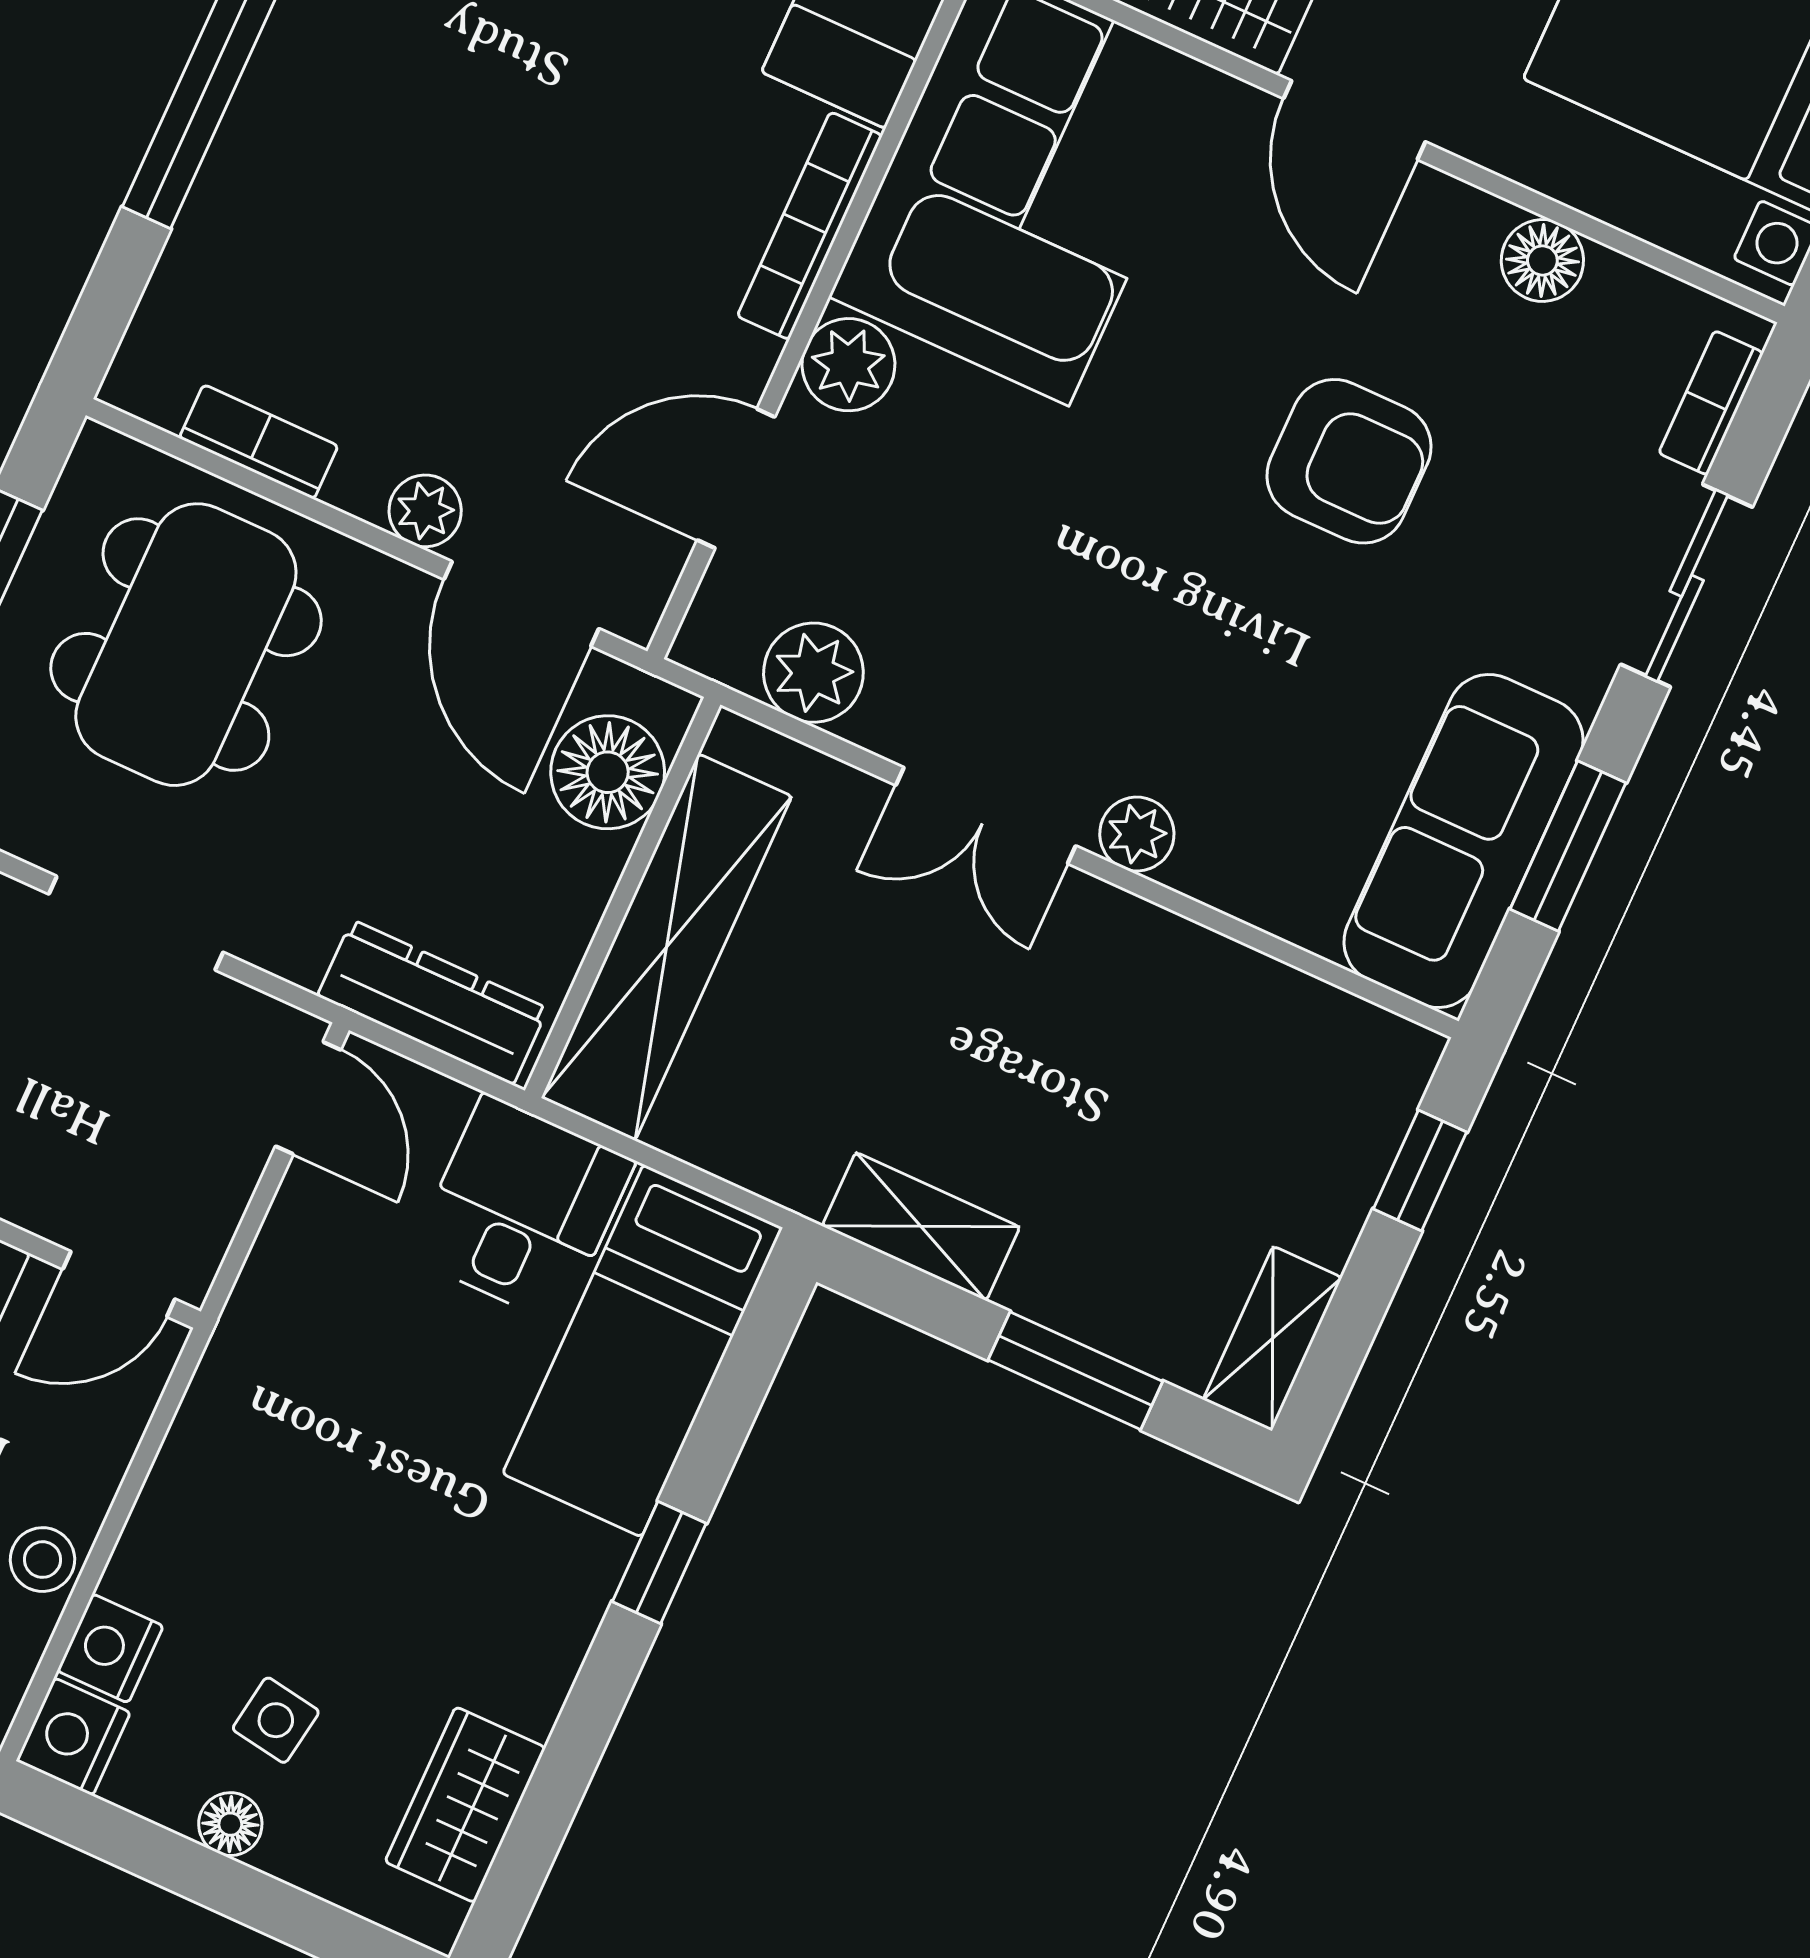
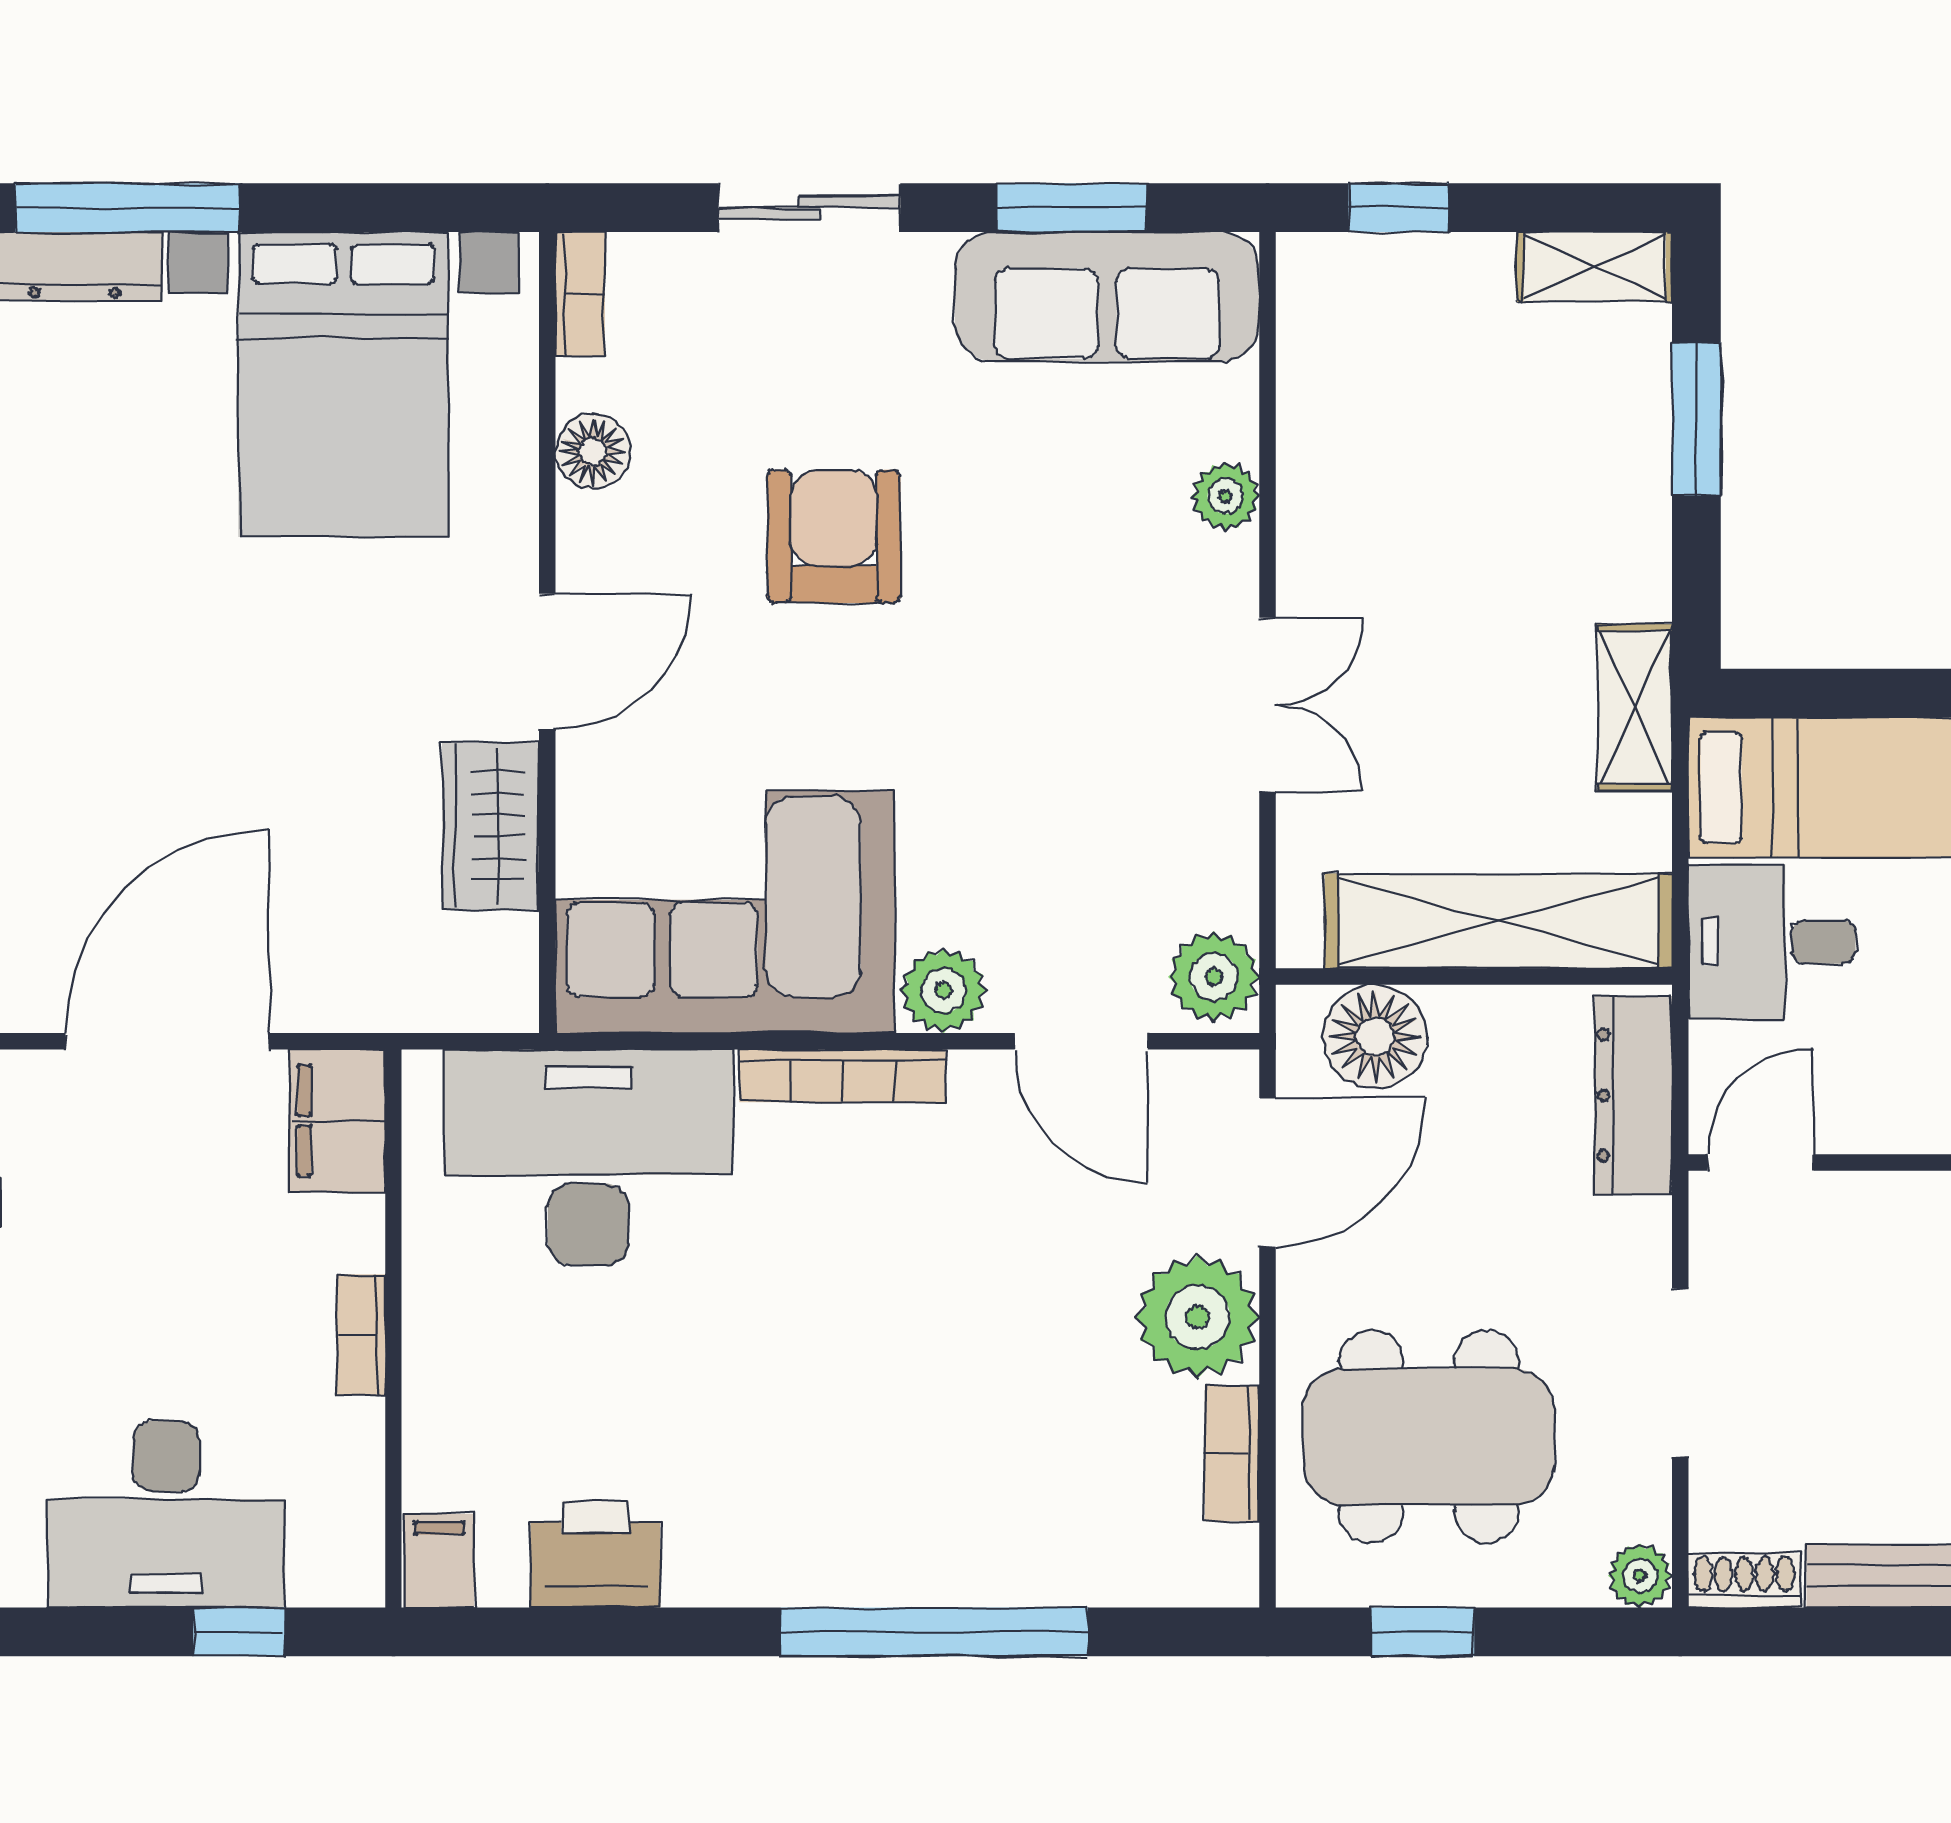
bookcase: (1711, 403) -> (580, 294), moved, turned -90
plant: (425, 511) -> (1197, 1317), width x1.87, depth x1.87
plant: (813, 673) -> (1214, 977), moved
plant: (1137, 834) -> (1225, 496), moved
shelving: (921, 1226) -> (1635, 707), moved

